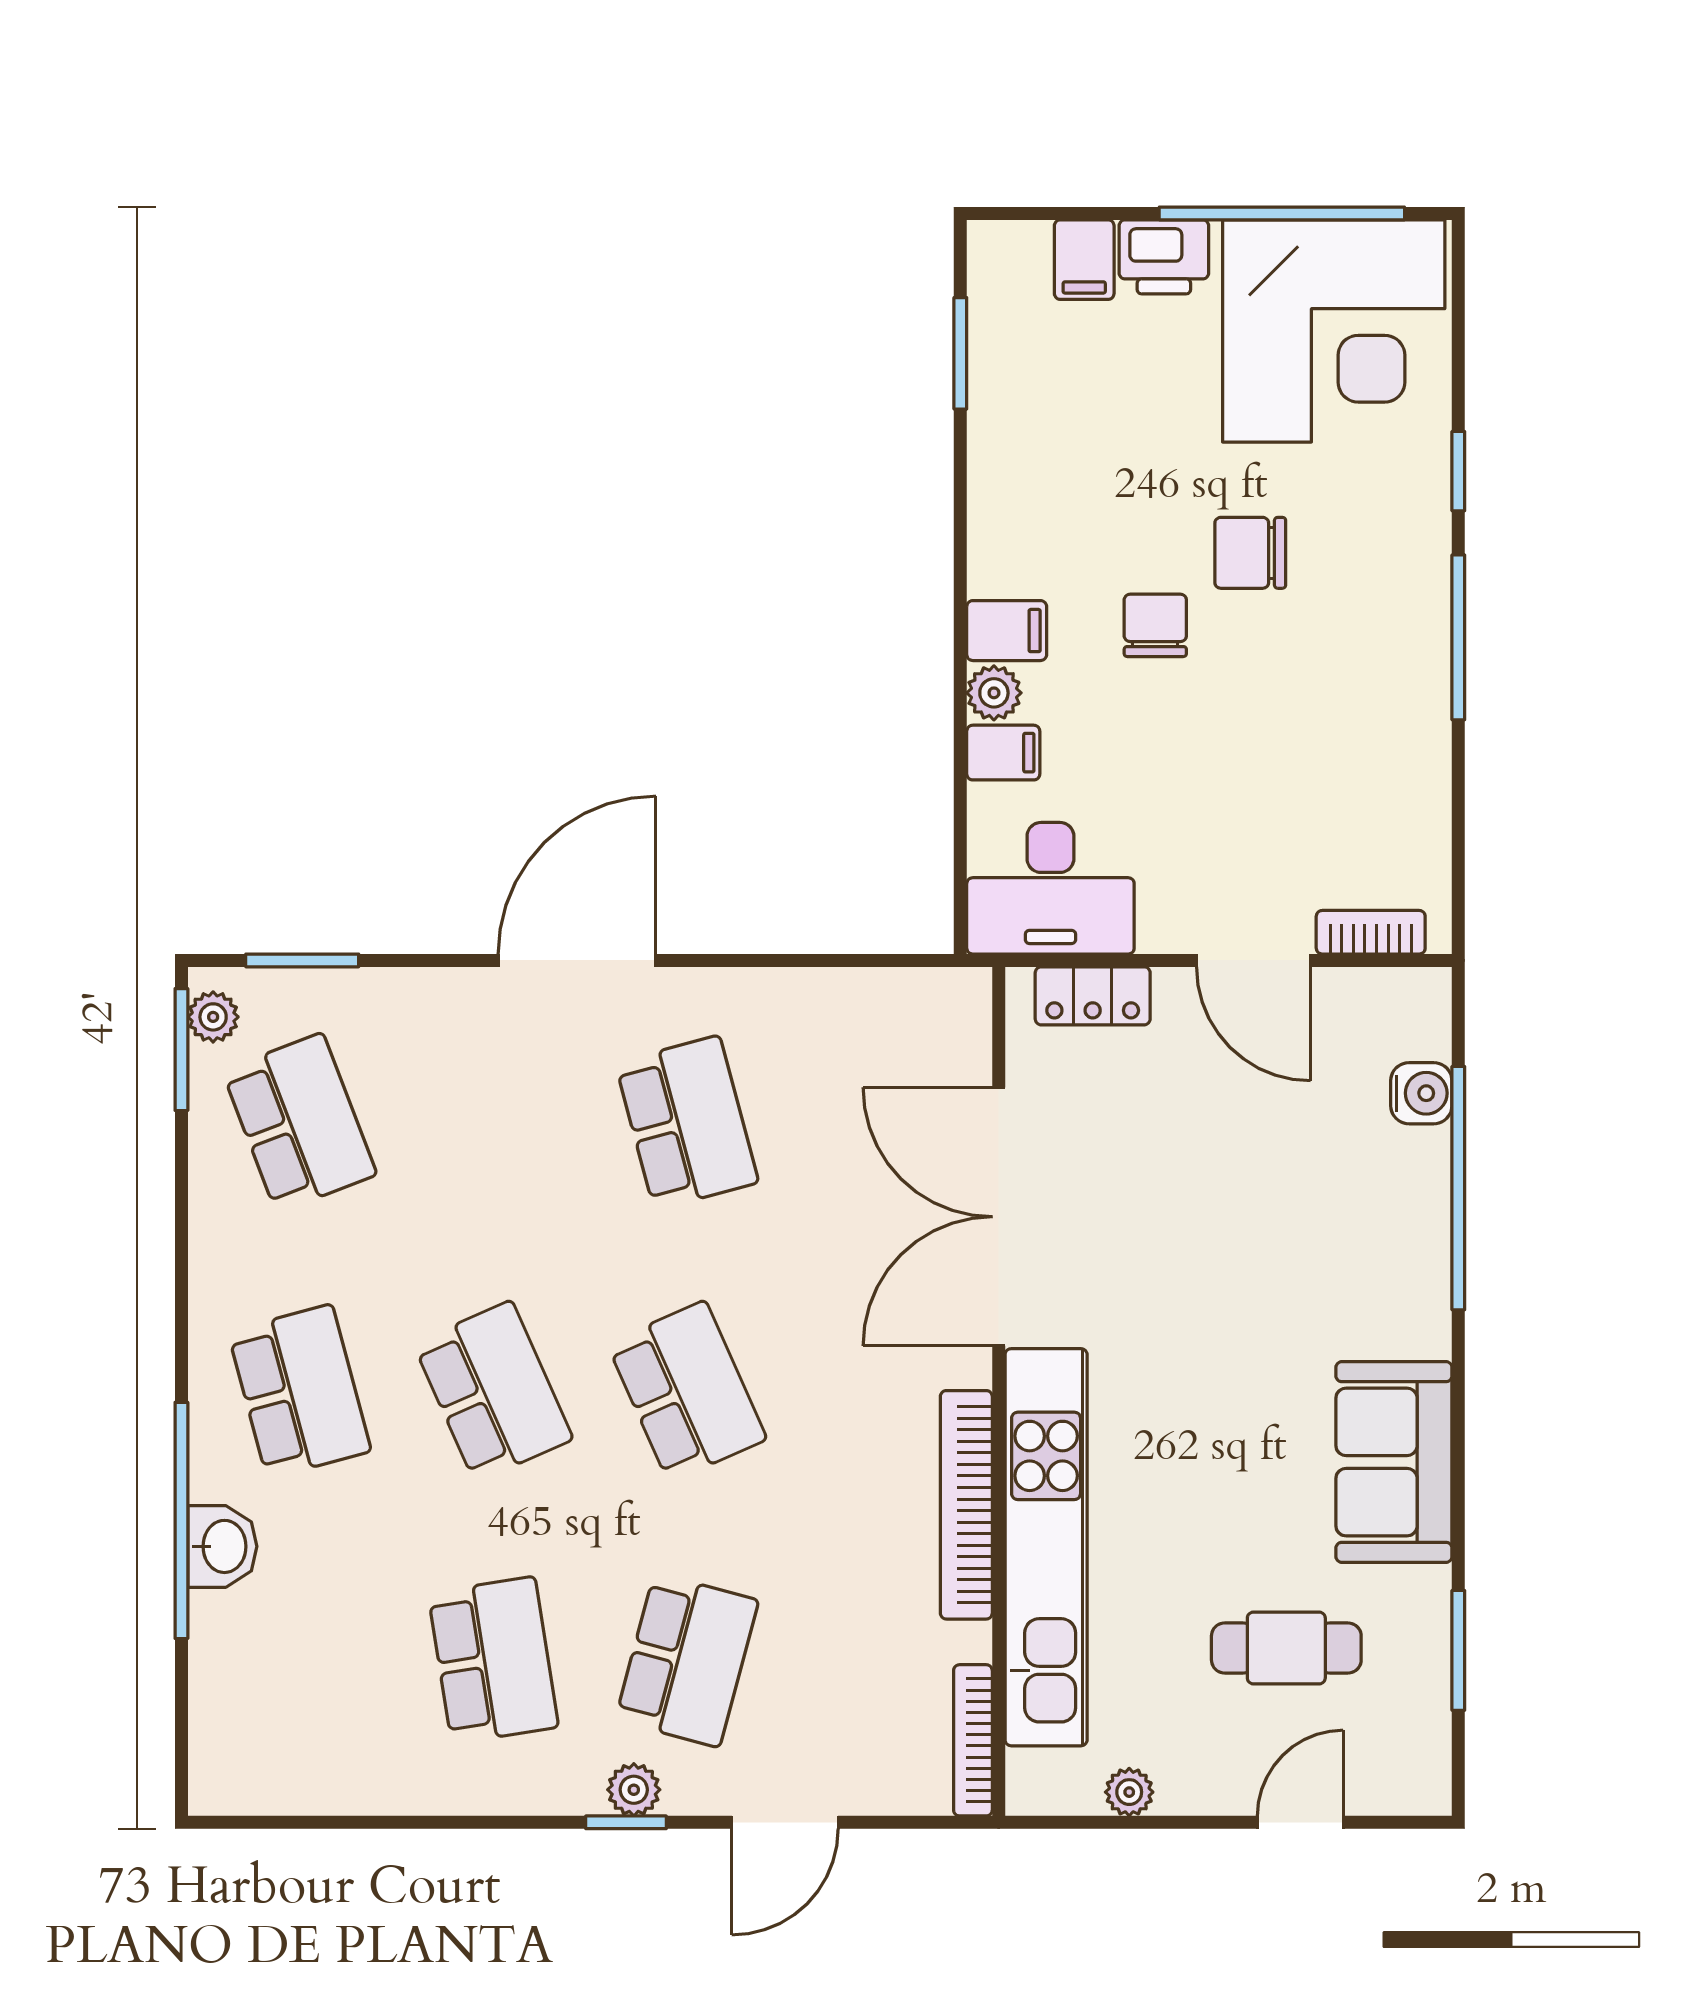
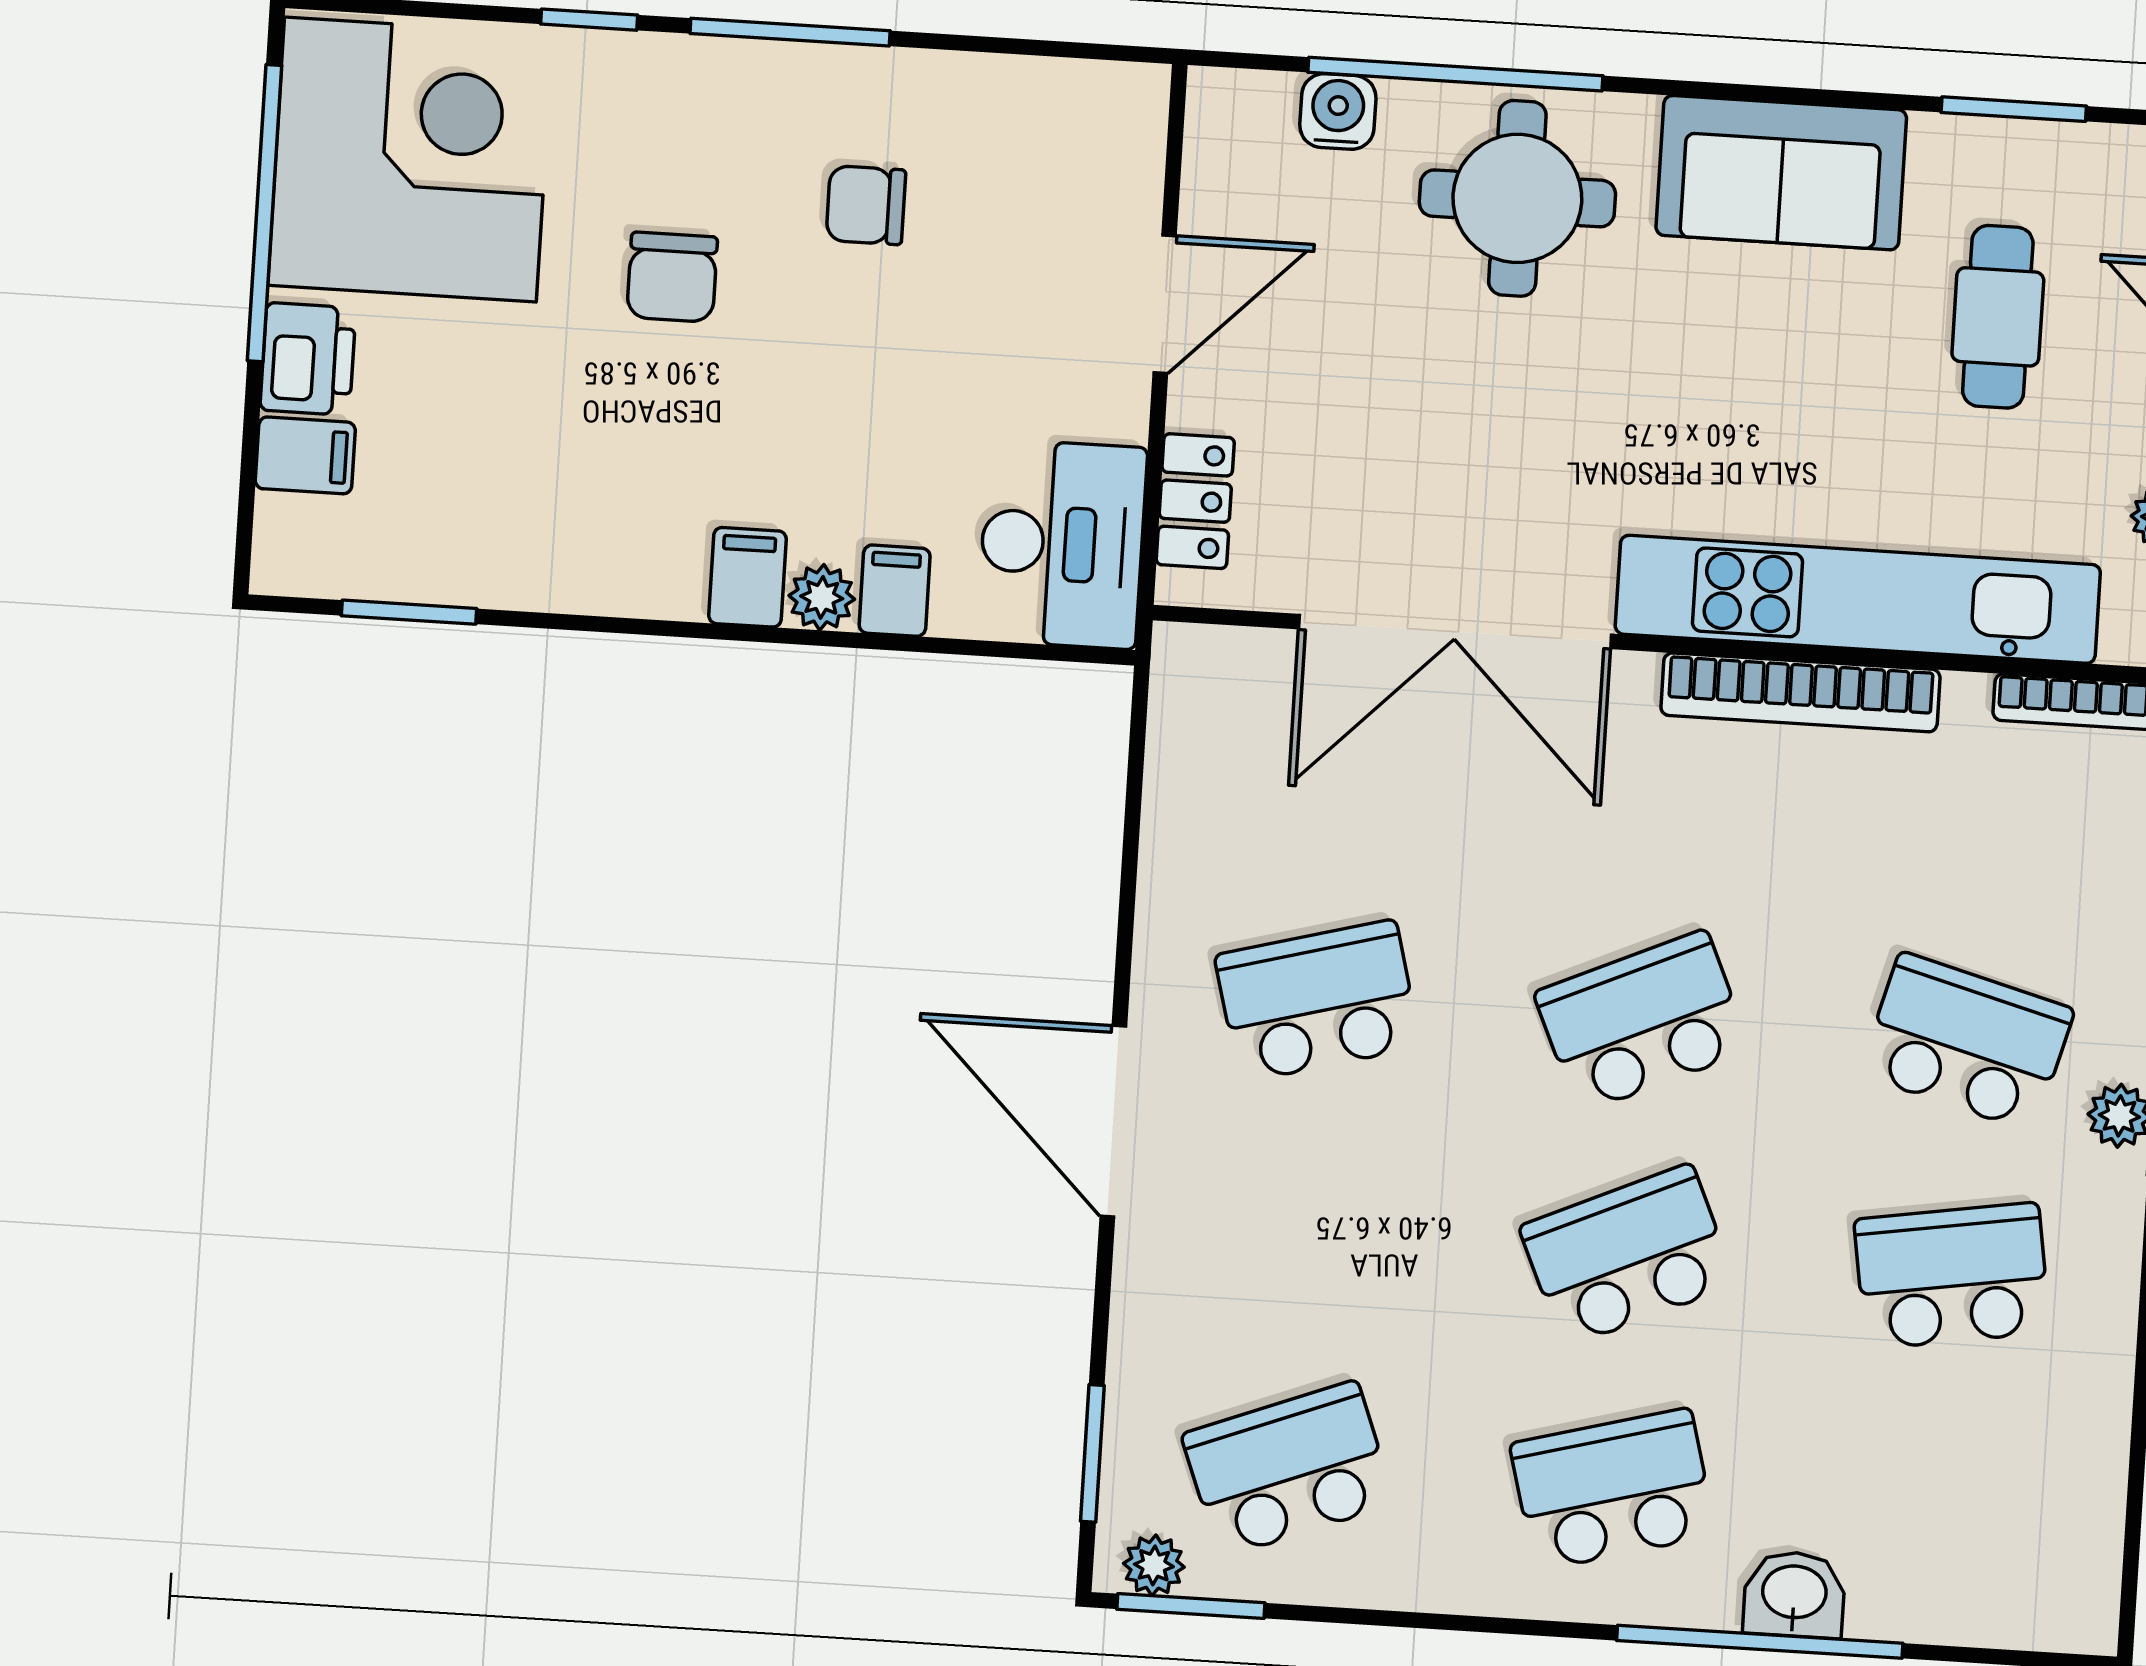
chair: (1155, 625) -> (866, 205), moved
bookcase: (1371, 932) -> (1140, 160), removed
round table: (1359, 1246) -> (1517, 198), added

